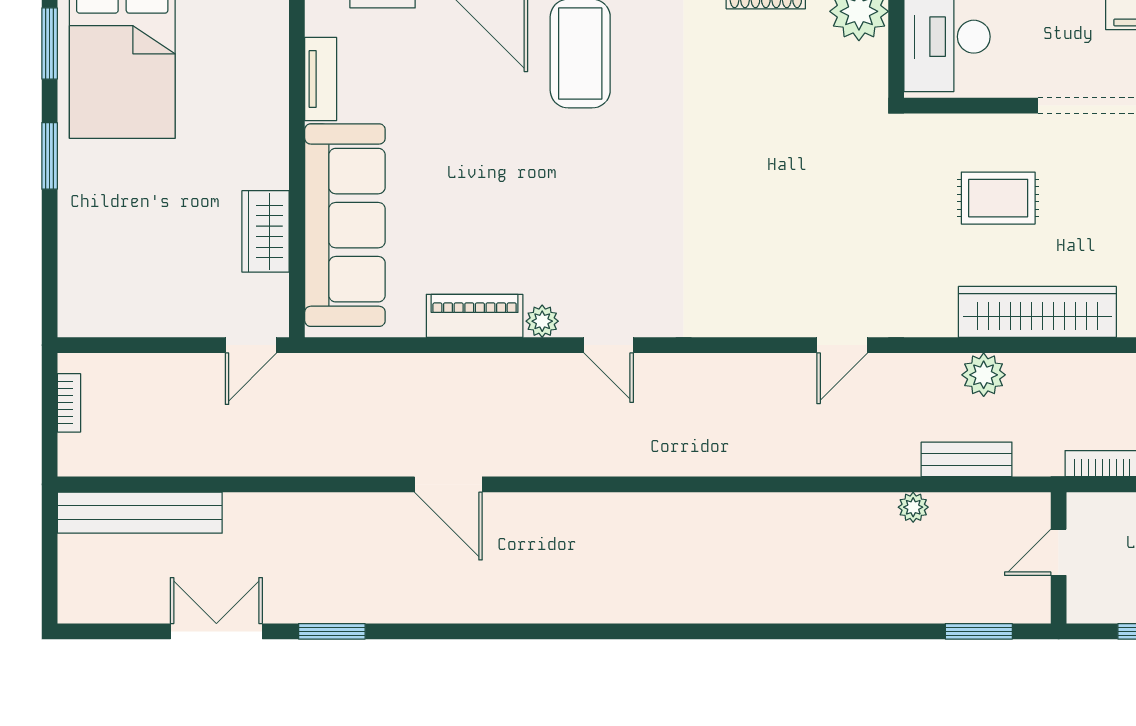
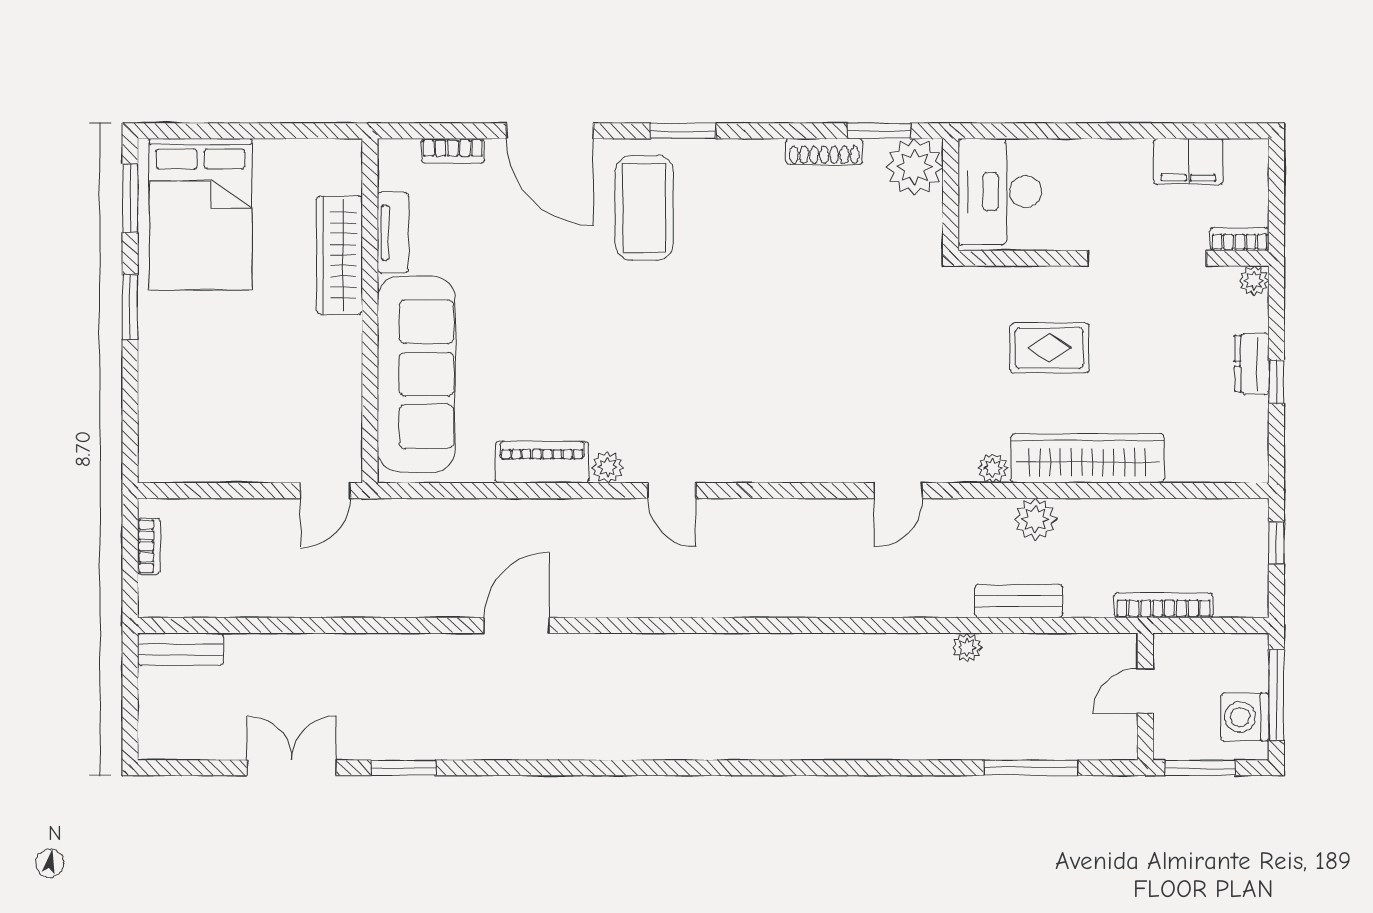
wardrobe: (266, 231) -> (339, 255), moved, width x1.50
plant: (940, 322) -> (993, 468), added
door: (448, 484) -> (517, 625), swing flipped
bench: (140, 513) -> (180, 649), width x0.54, depth x0.82
door: (1059, 552) -> (1145, 691), moved
wall: (1059, 558) -> (1145, 697), moved
window: (979, 631) -> (1031, 768), width x1.44

